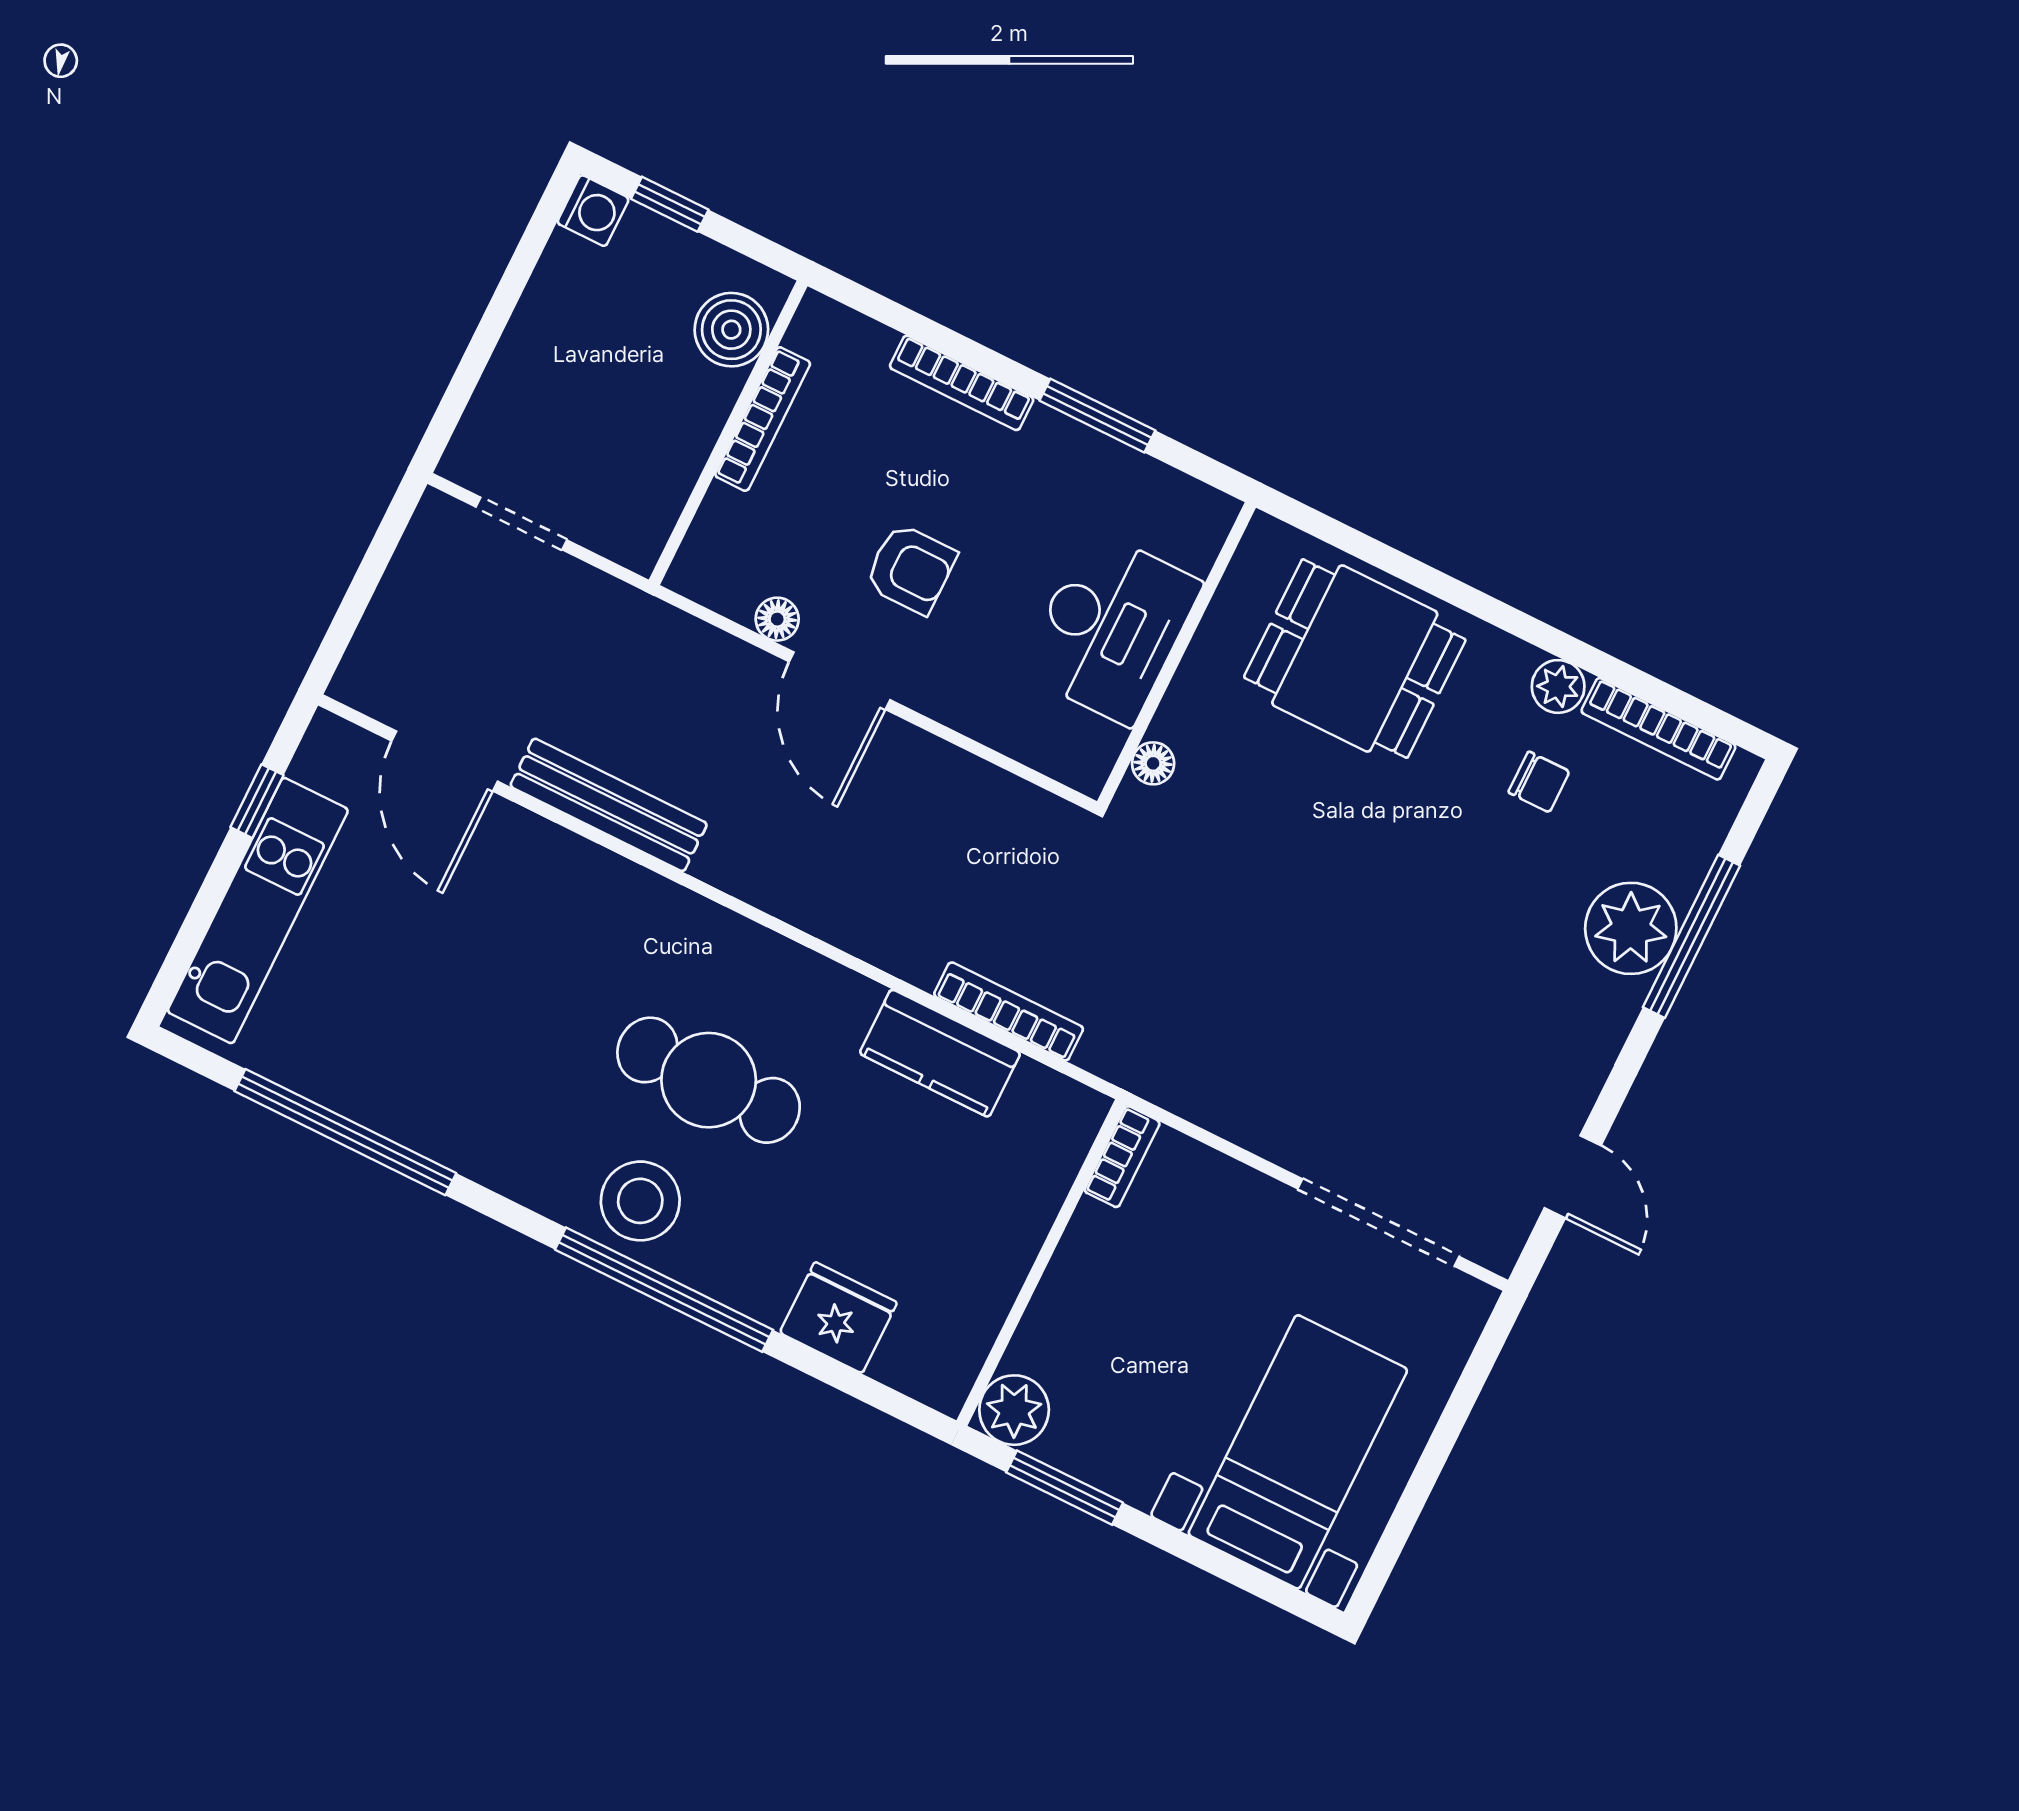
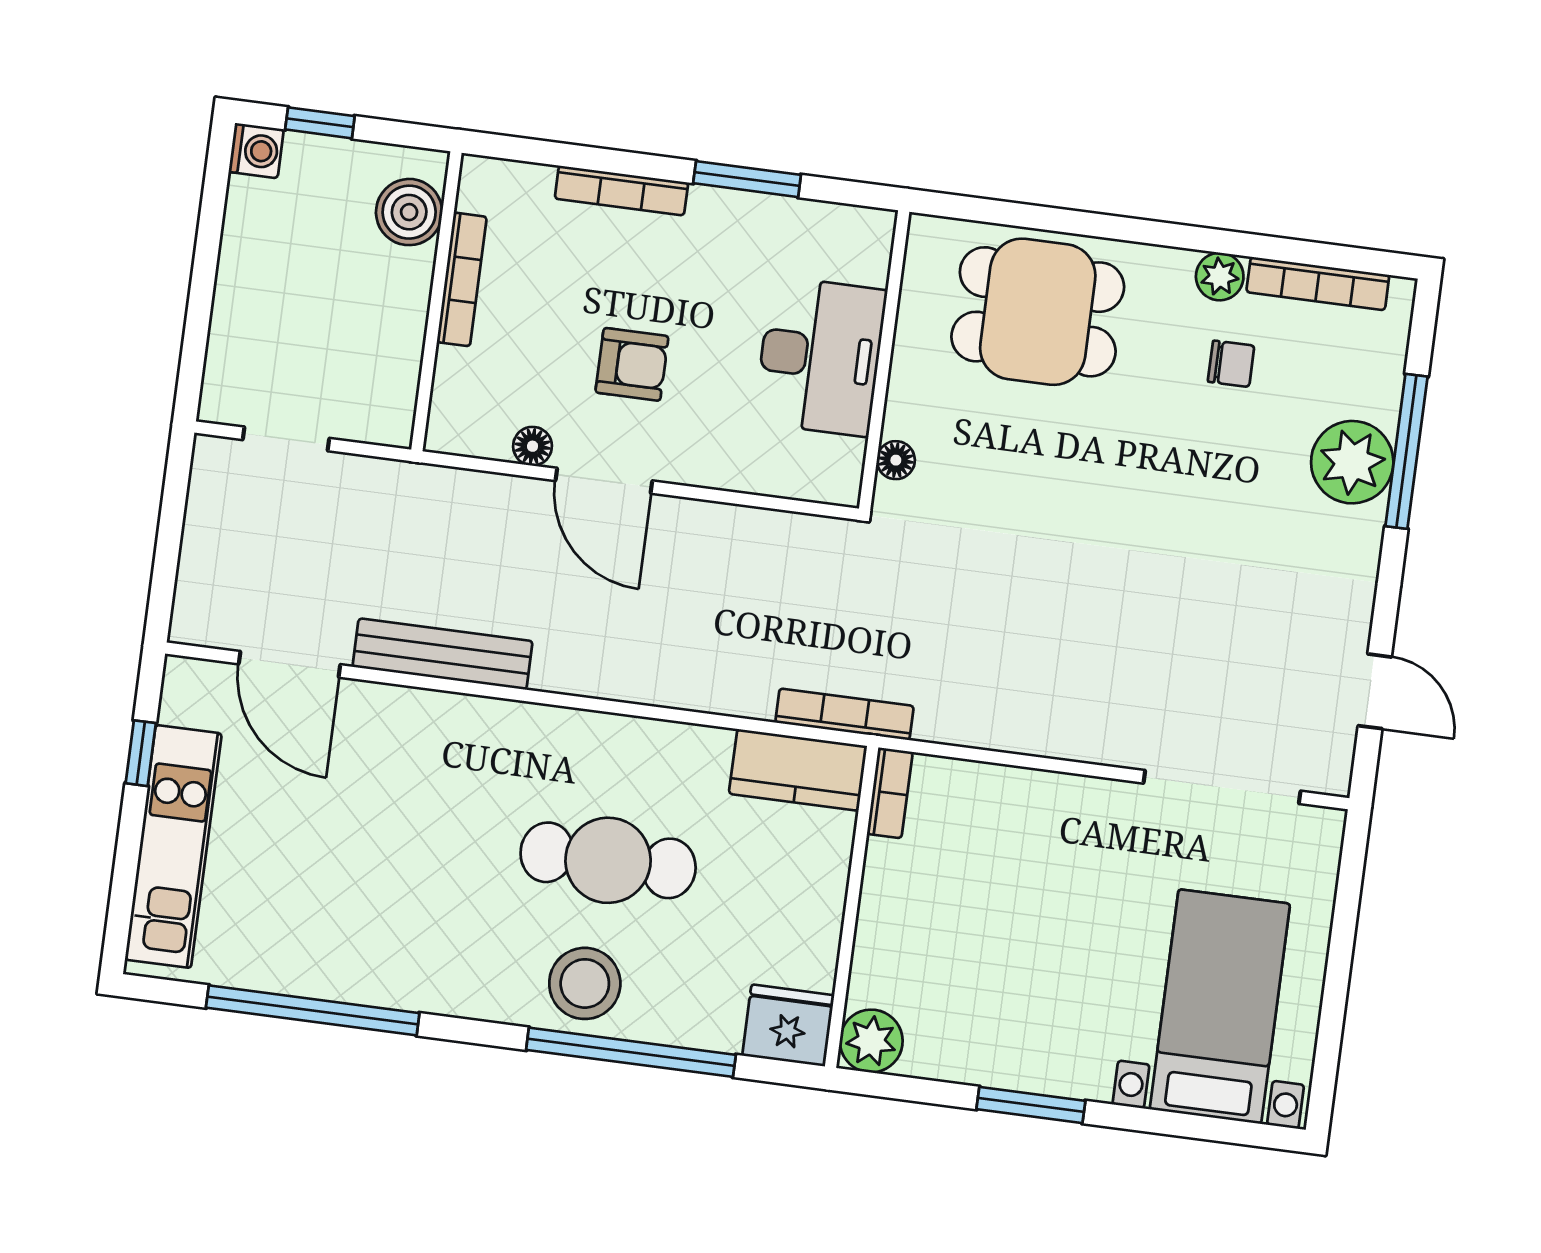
bookcase: (1122, 1157) -> (890, 793), moved
wall: (1041, 1263) -> (852, 907), moved
plant: (1014, 1410) -> (871, 1041), moved

